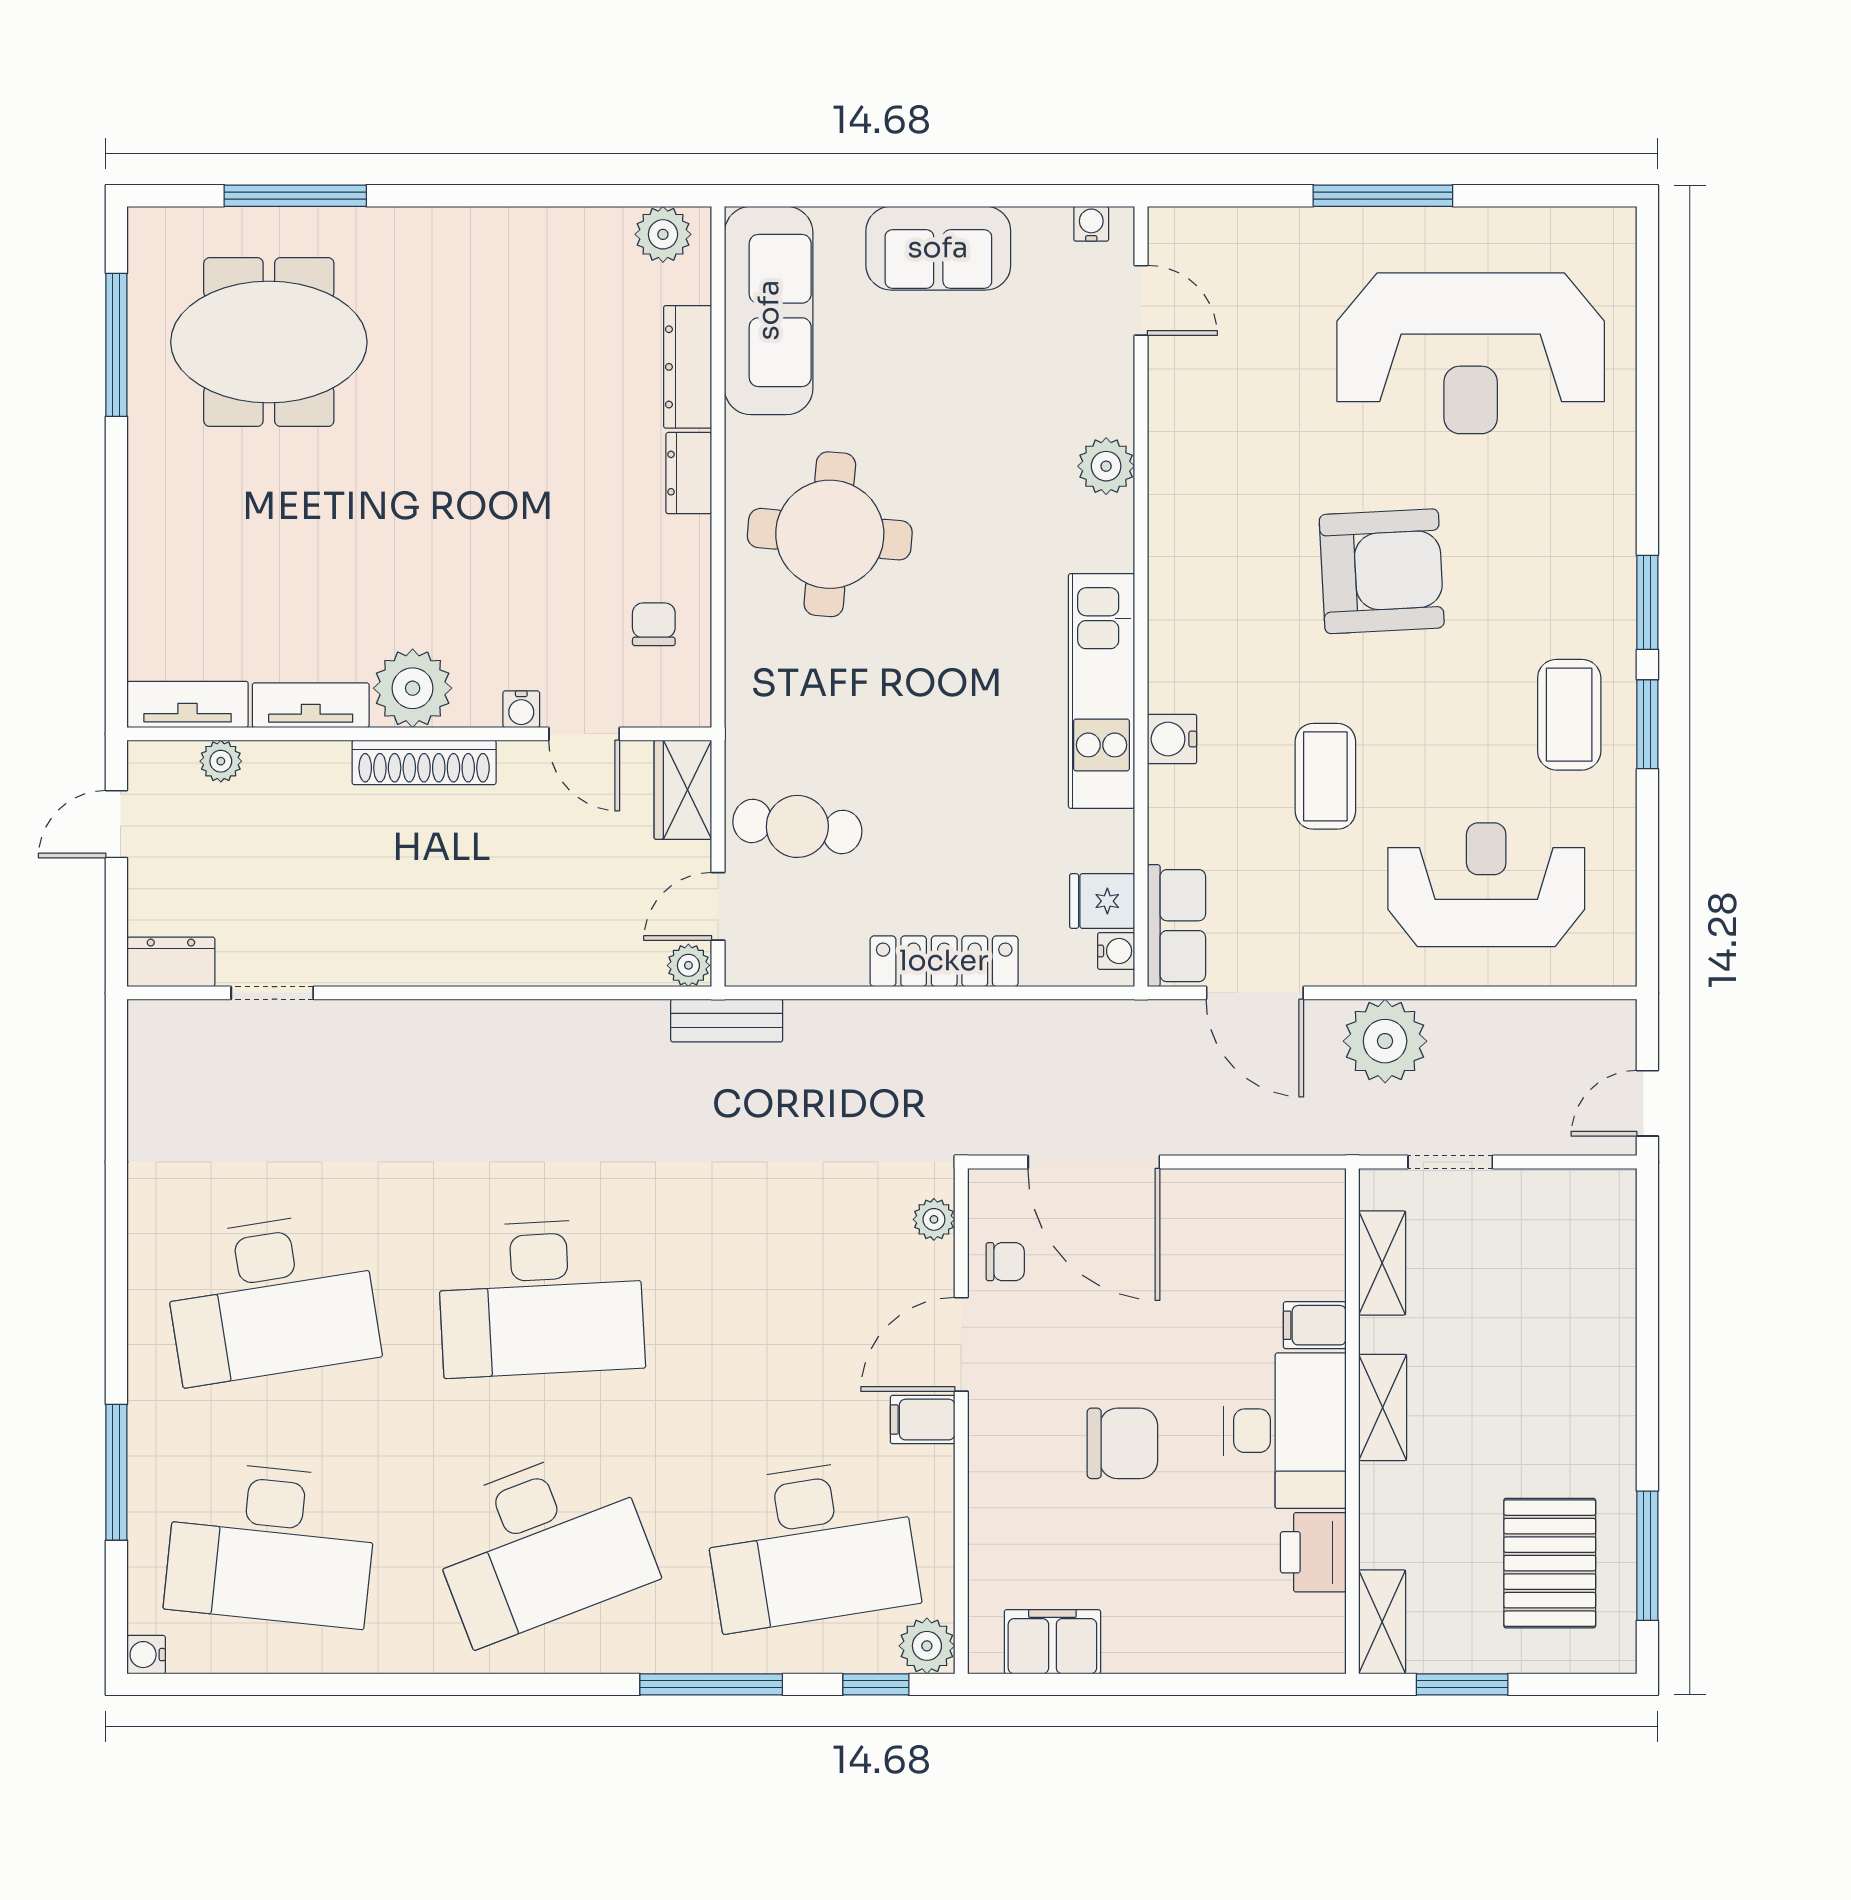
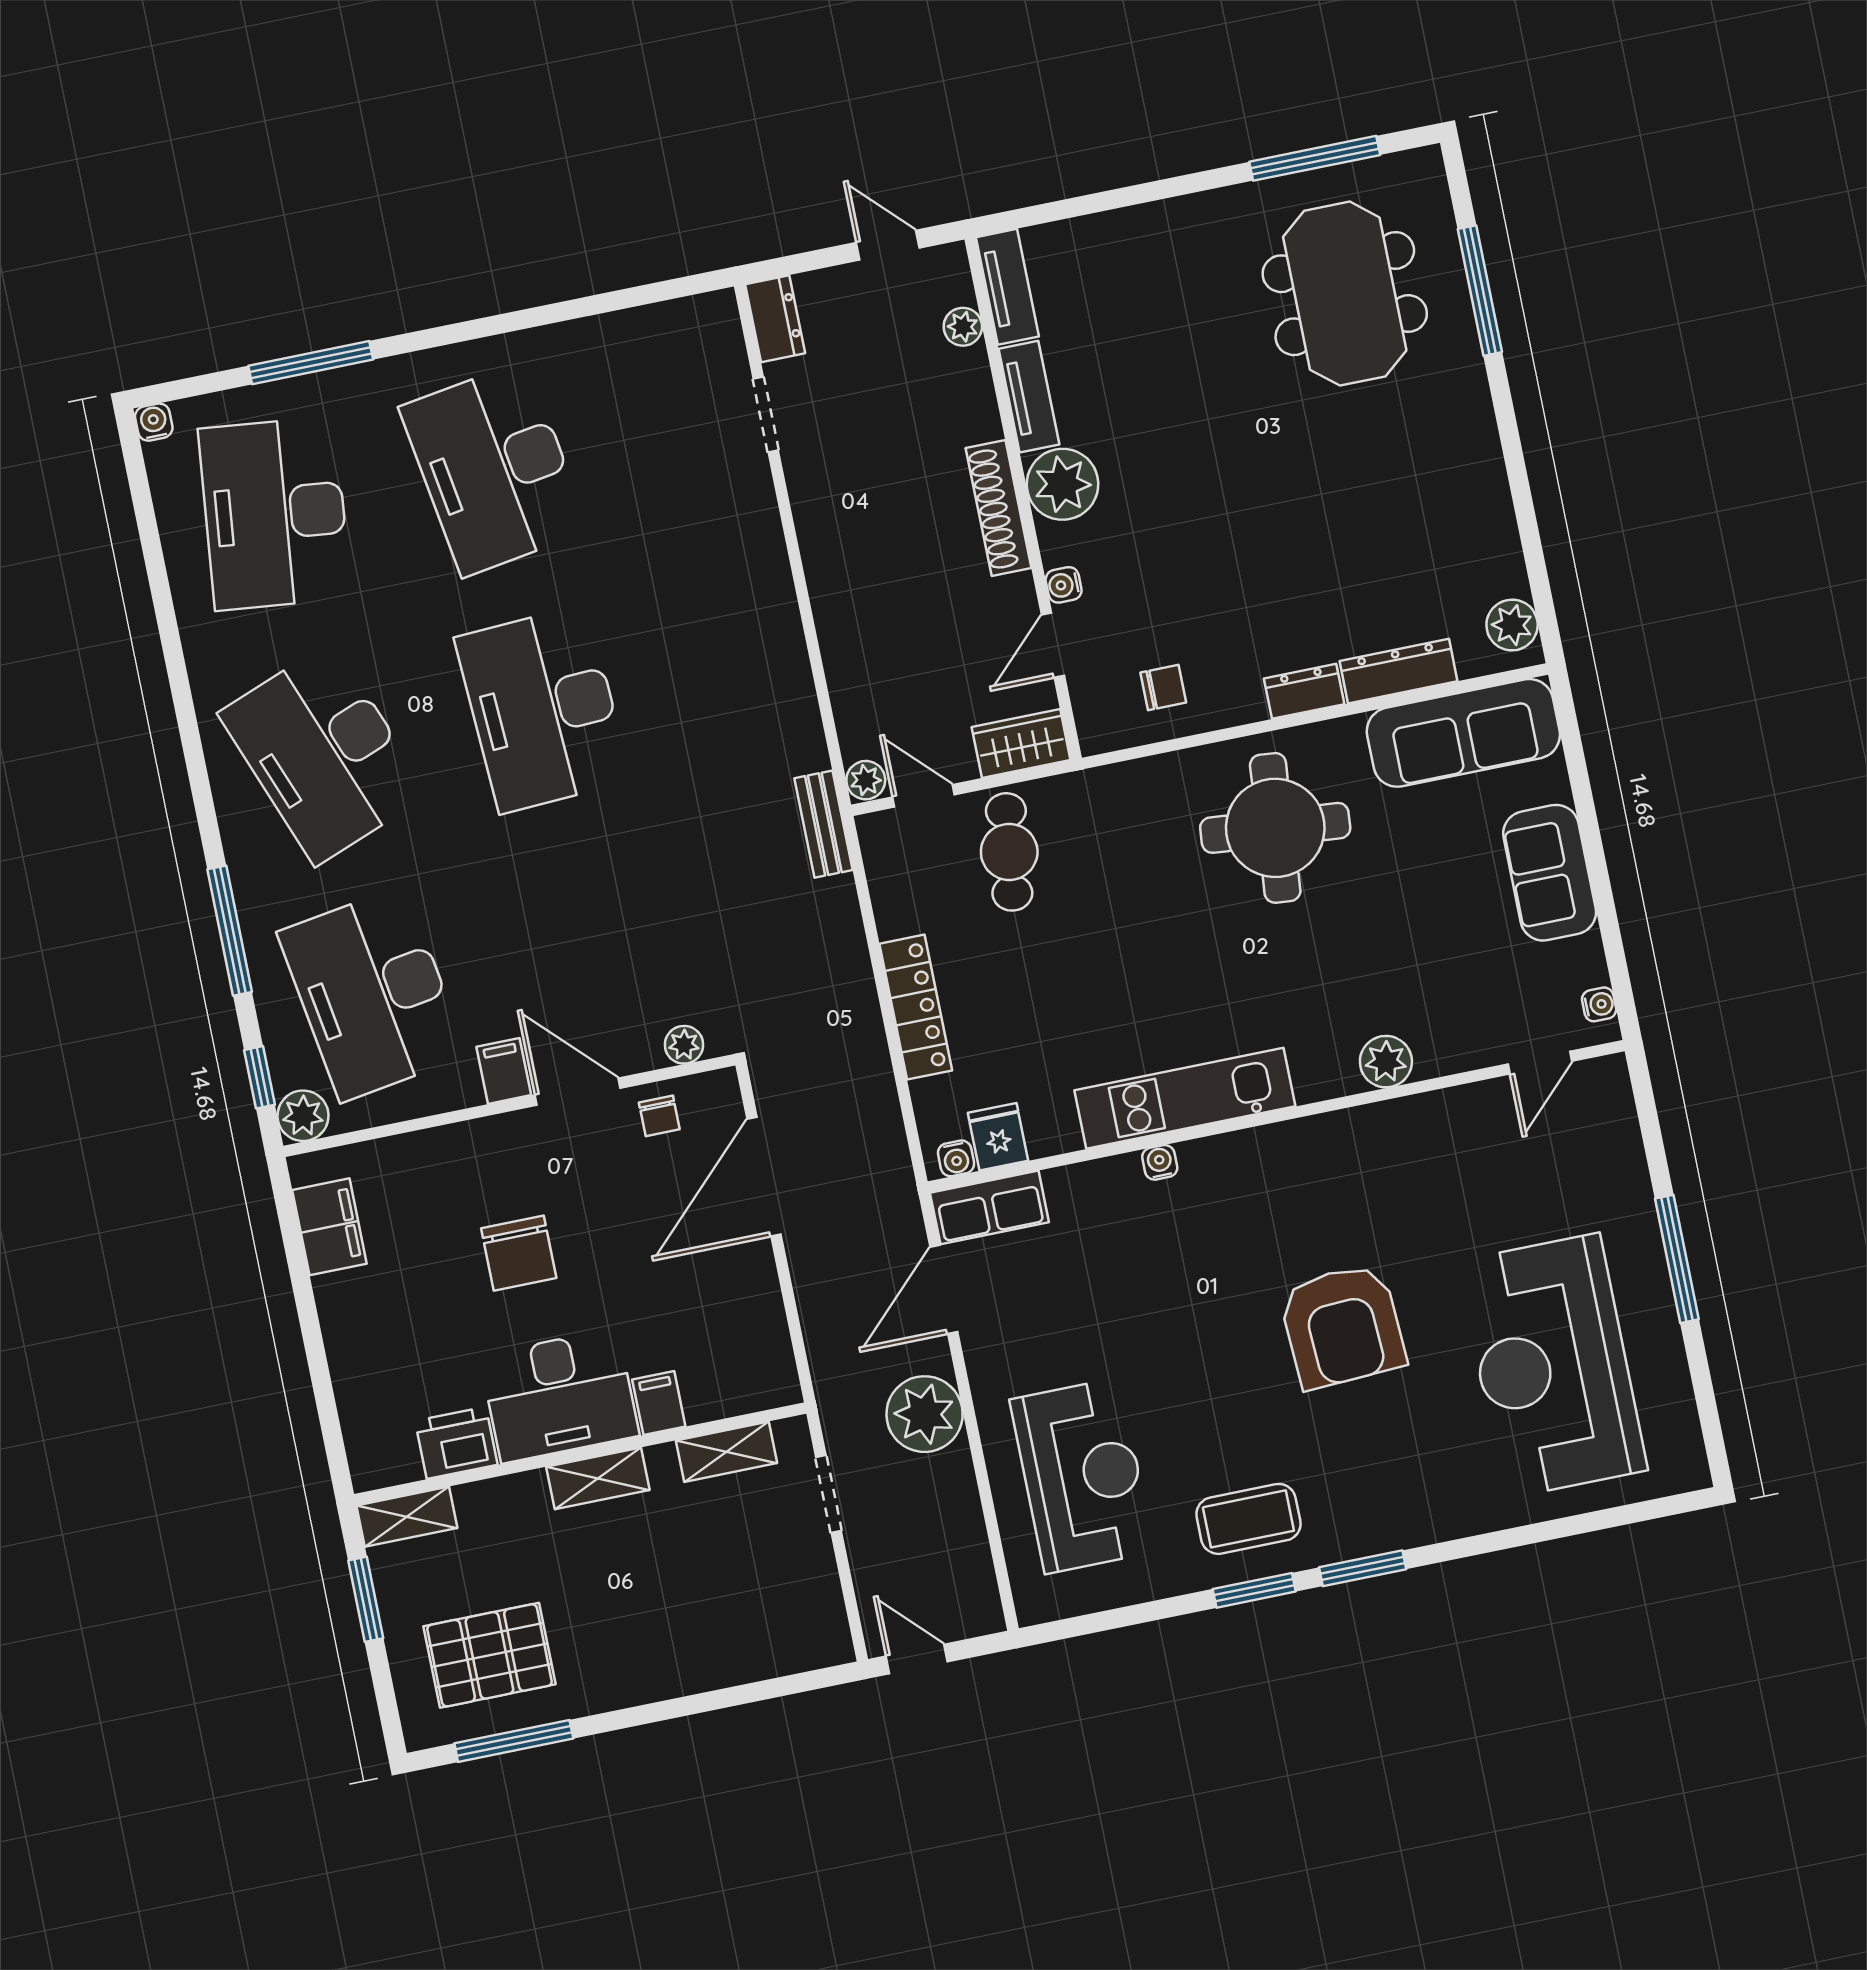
water cooler: (1172, 739) -> (1160, 1162), width x0.72, depth x0.72
coffee table: (1325, 776) -> (1149, 1313), removed

